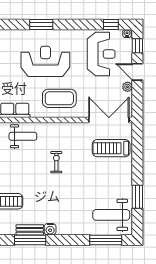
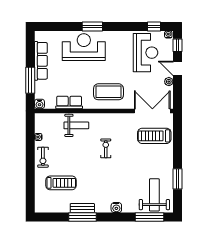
reception desk: (45, 61) -> (84, 47), moved
weight bench: (111, 215) -> (154, 195), turned 90
water cooler: (50, 229) -> (116, 208), moved

